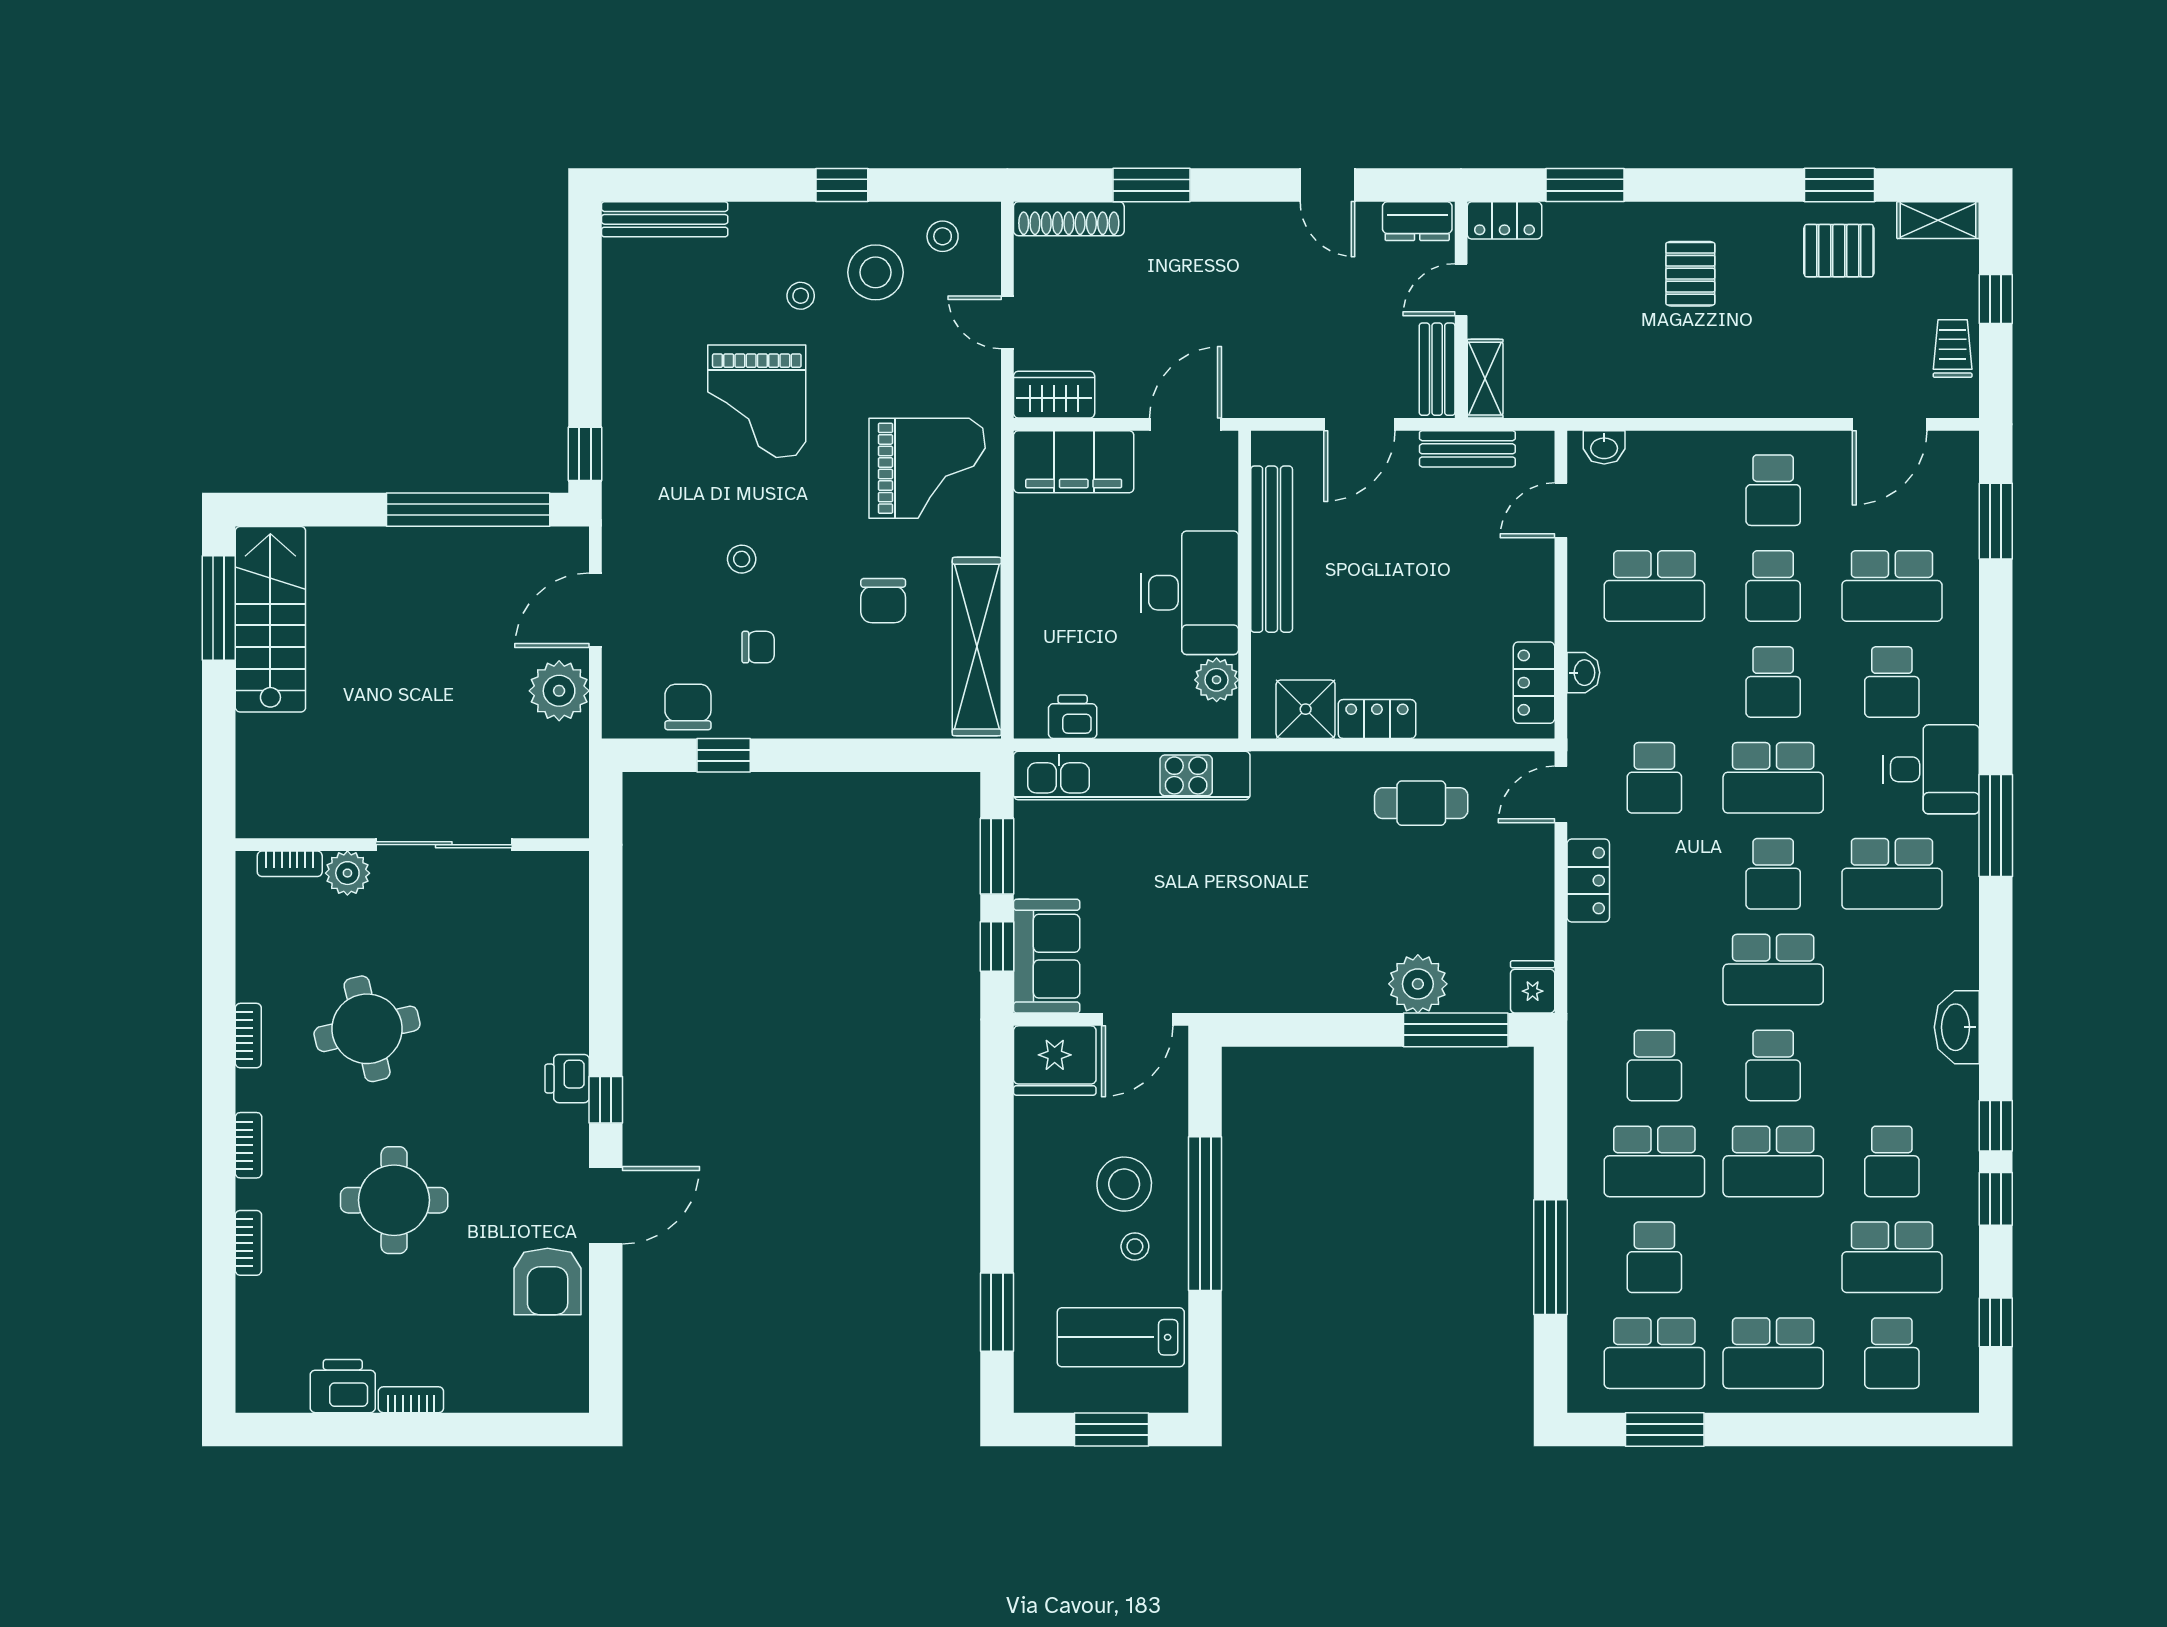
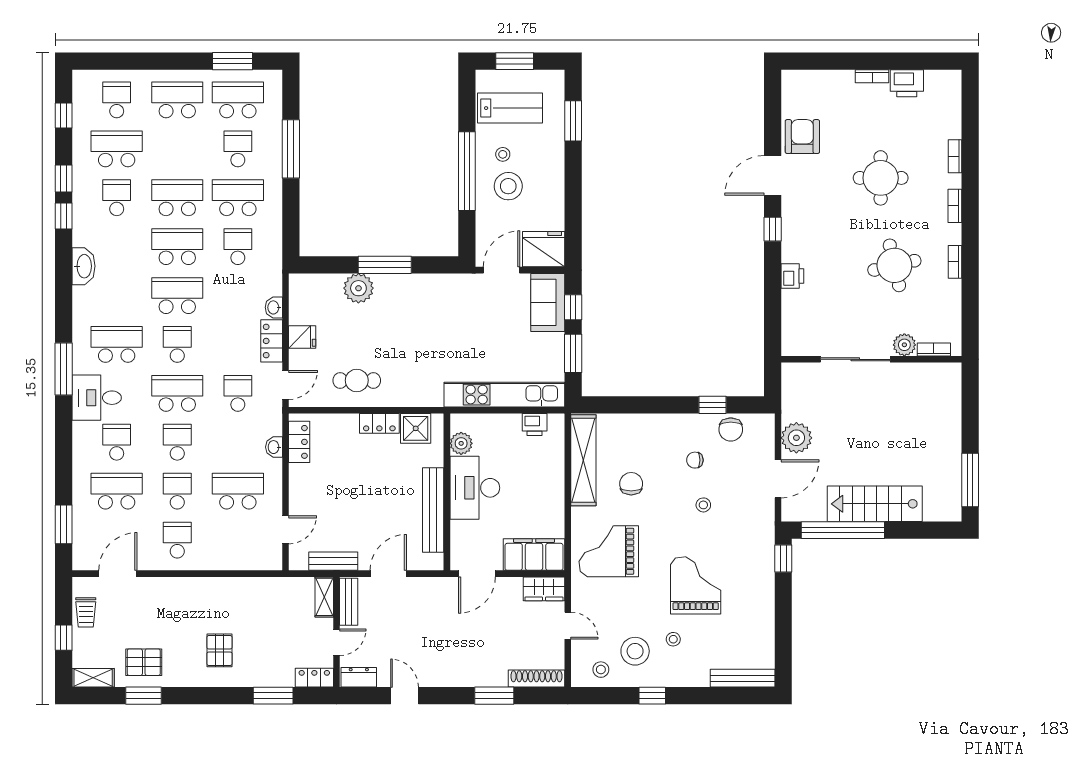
washbasin: (1604, 447) -> (274, 307), moved, turned -90
stairs: (270, 619) -> (875, 504), moved, turned 90
fridge: (1533, 987) -> (302, 337), moved, turned -90
window: (1456, 1030) -> (385, 265), moved
school desk: (1773, 1065) -> (177, 247), width x1.85
printer: (567, 1079) -> (792, 276), moved

